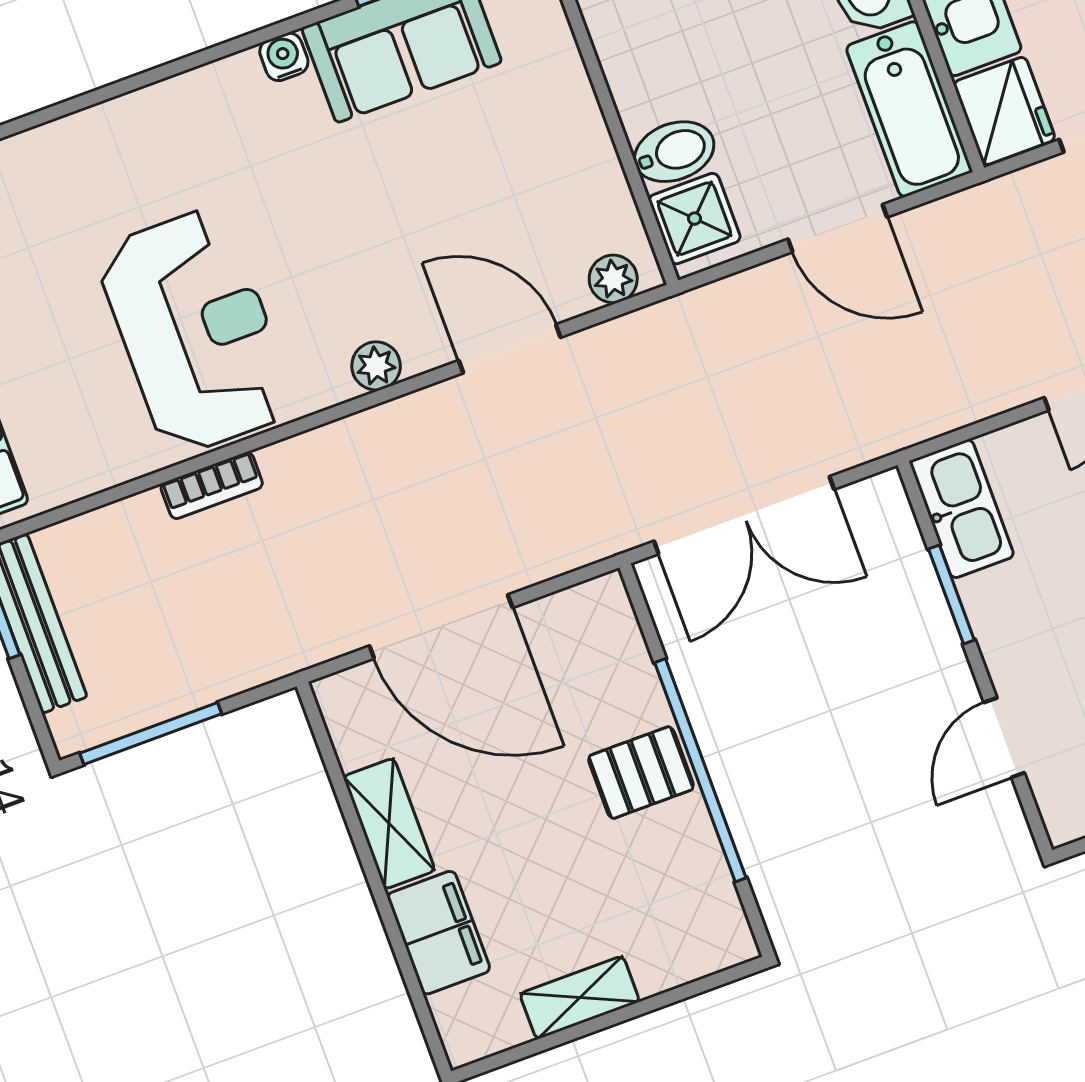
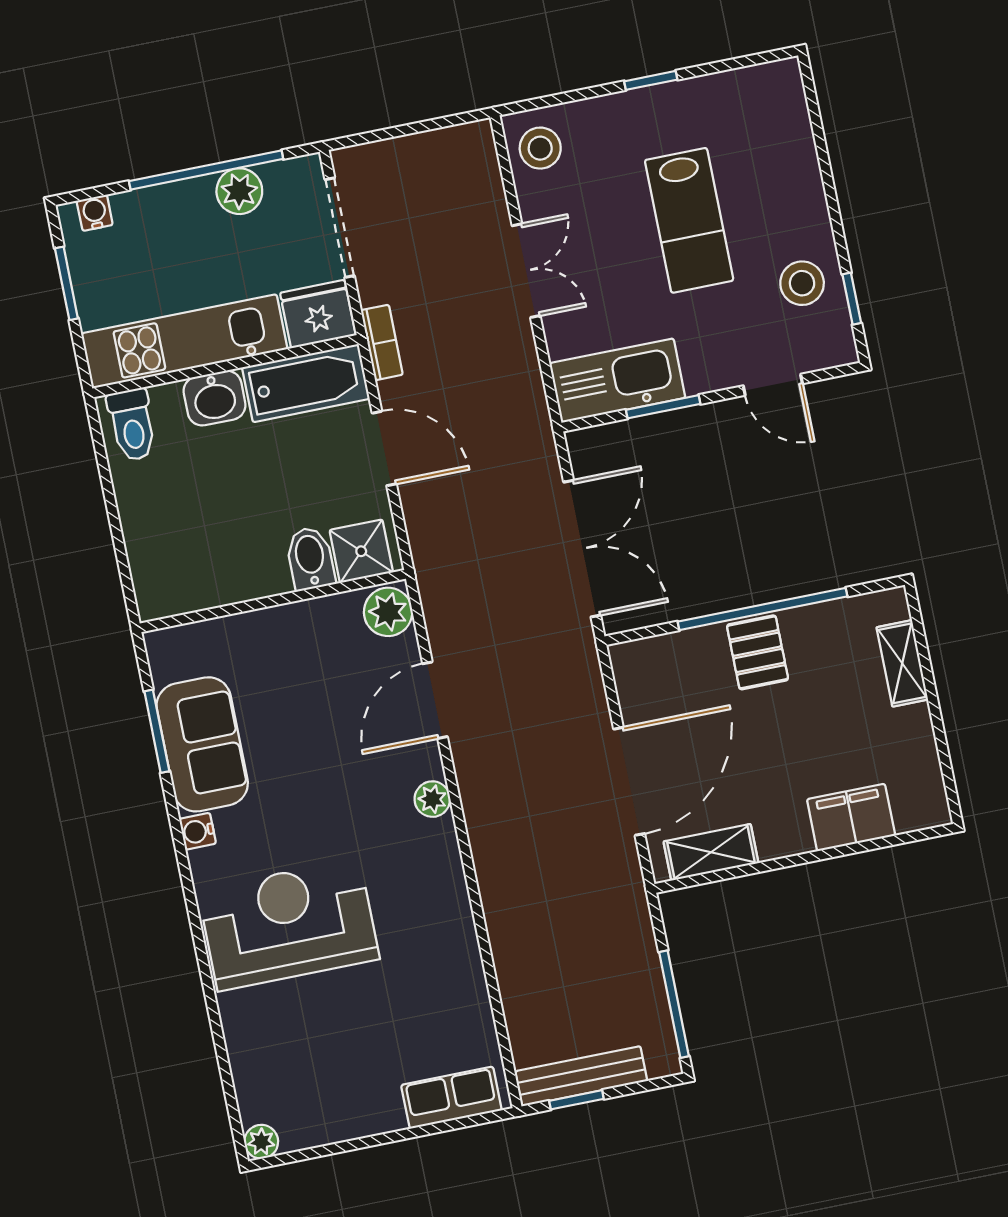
door: (837, 228) -> (384, 448), hinge flipped
plant: (613, 279) -> (388, 612), width x1.38, depth x1.38
reception desk: (196, 331) -> (289, 925), moved
bookcase: (212, 485) -> (382, 342), moved
kitchen sink: (962, 509) -> (617, 381), width x1.36, depth x1.24
shelving: (389, 824) -> (711, 852), moved
shelving: (580, 998) -> (902, 663), moved

